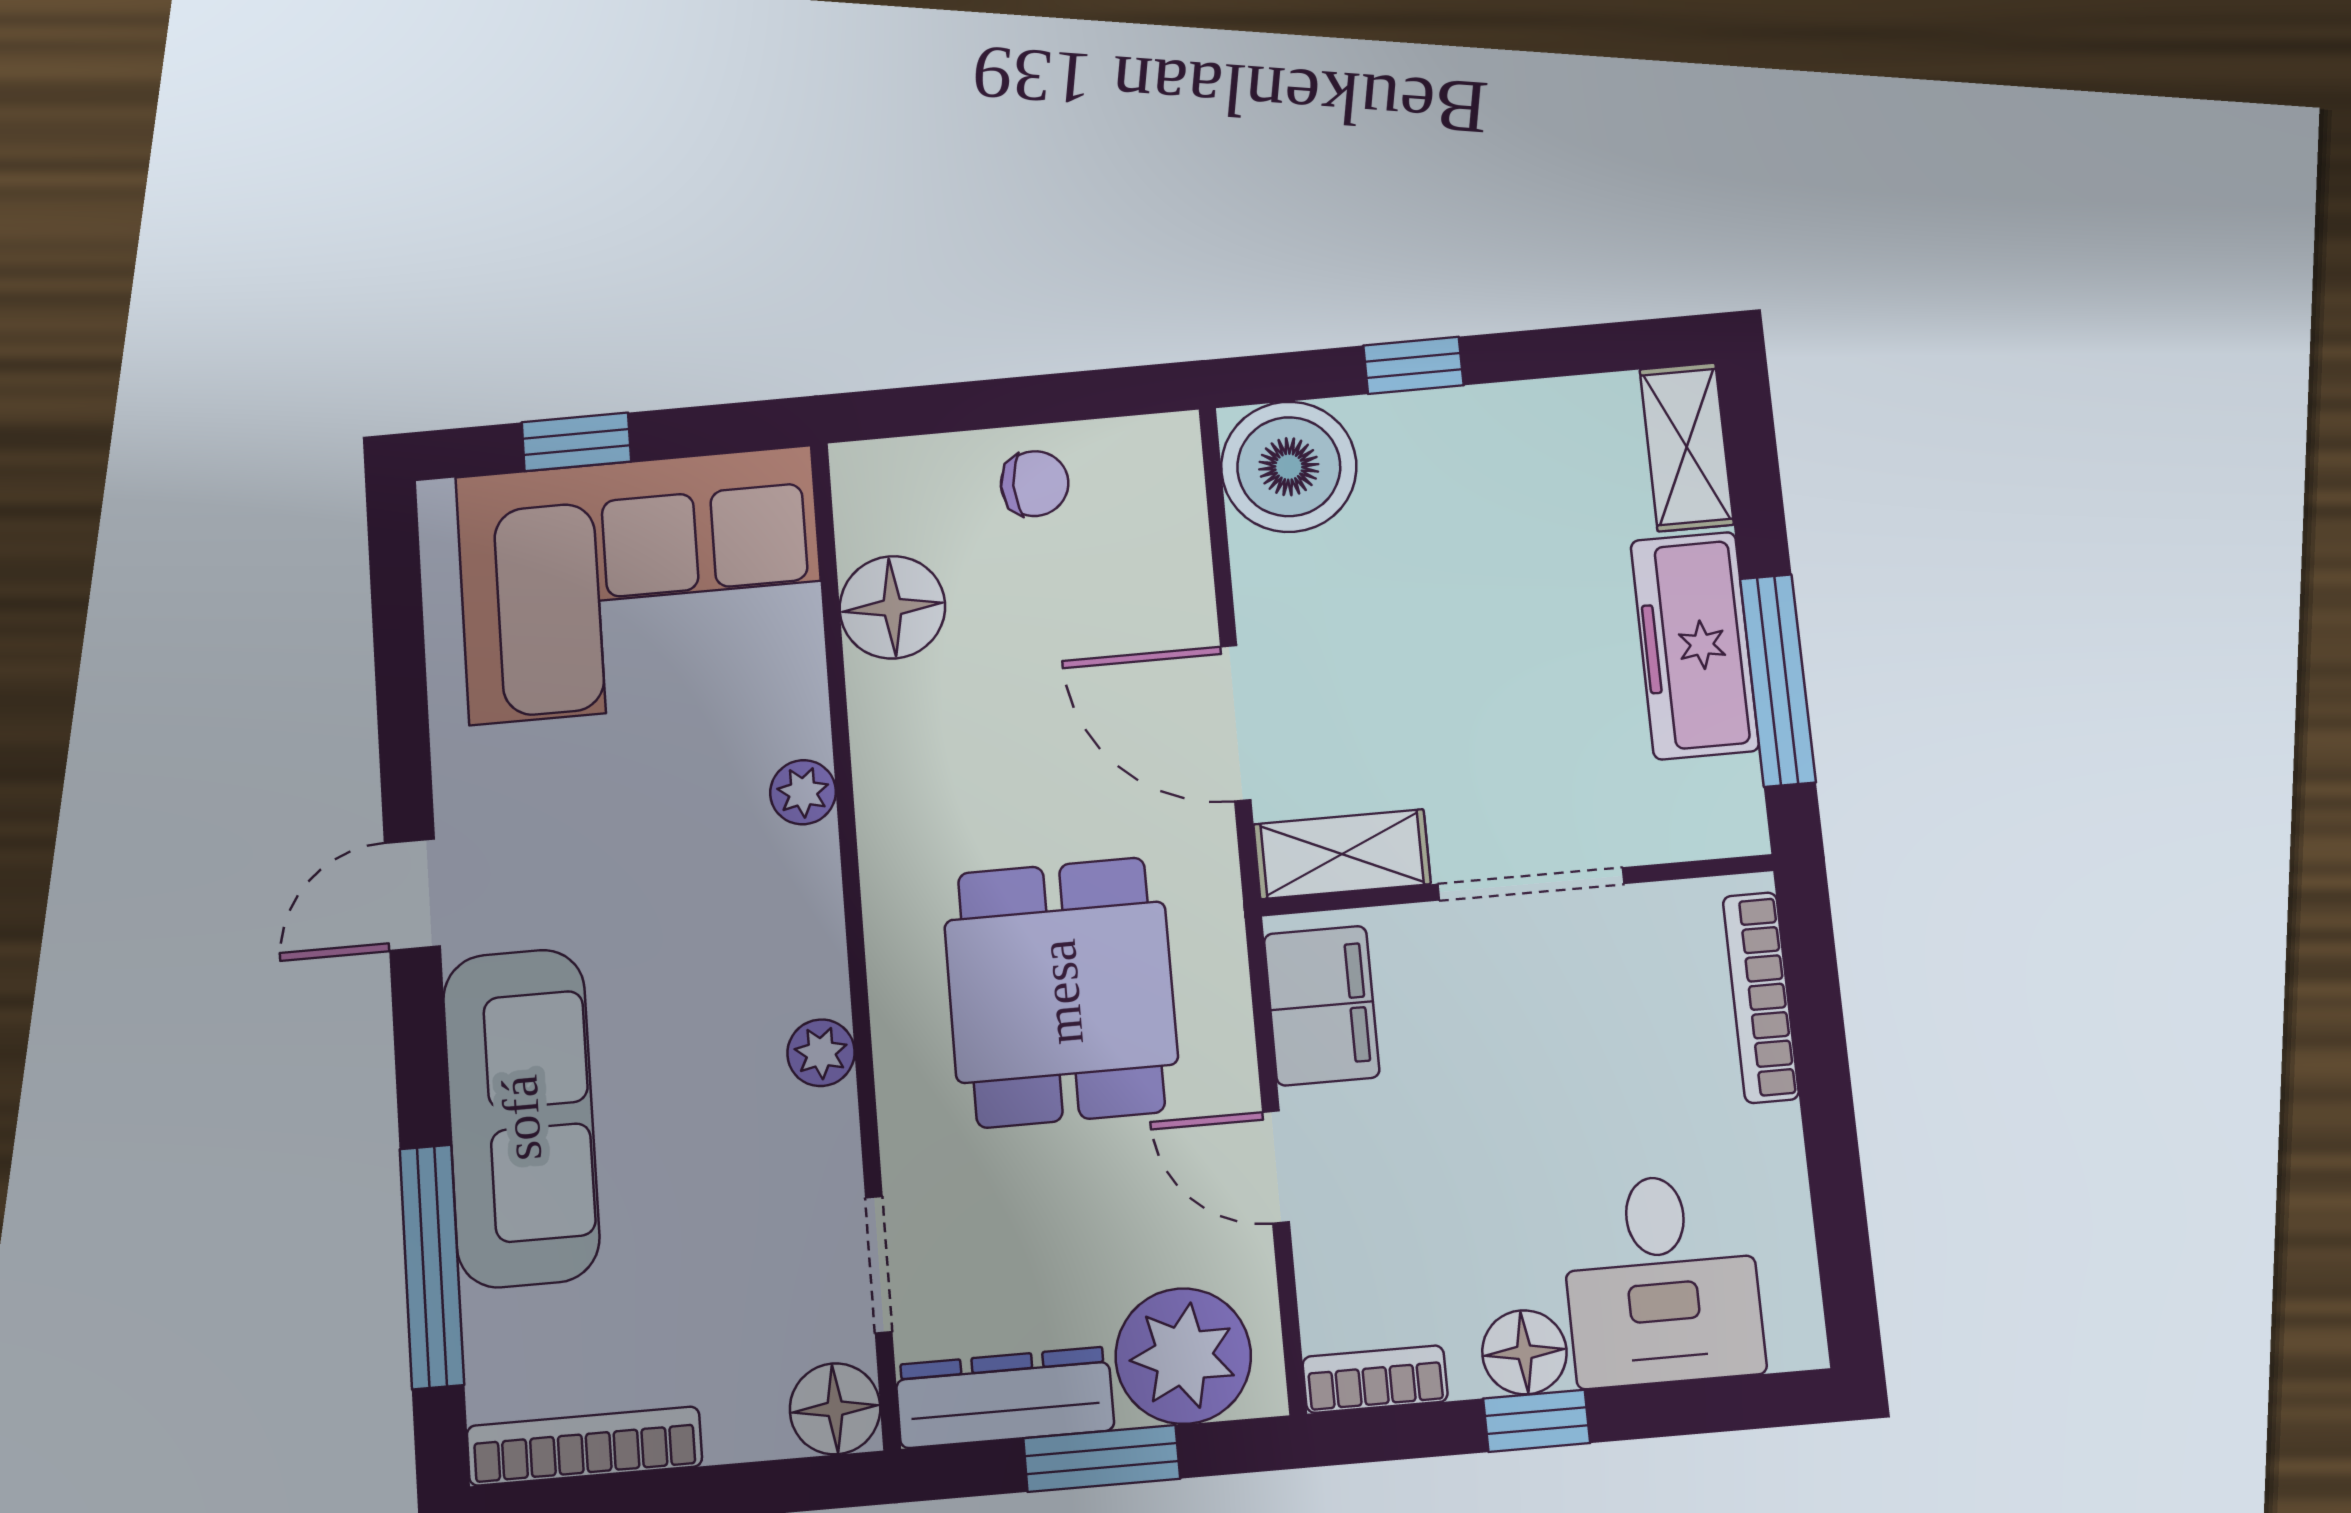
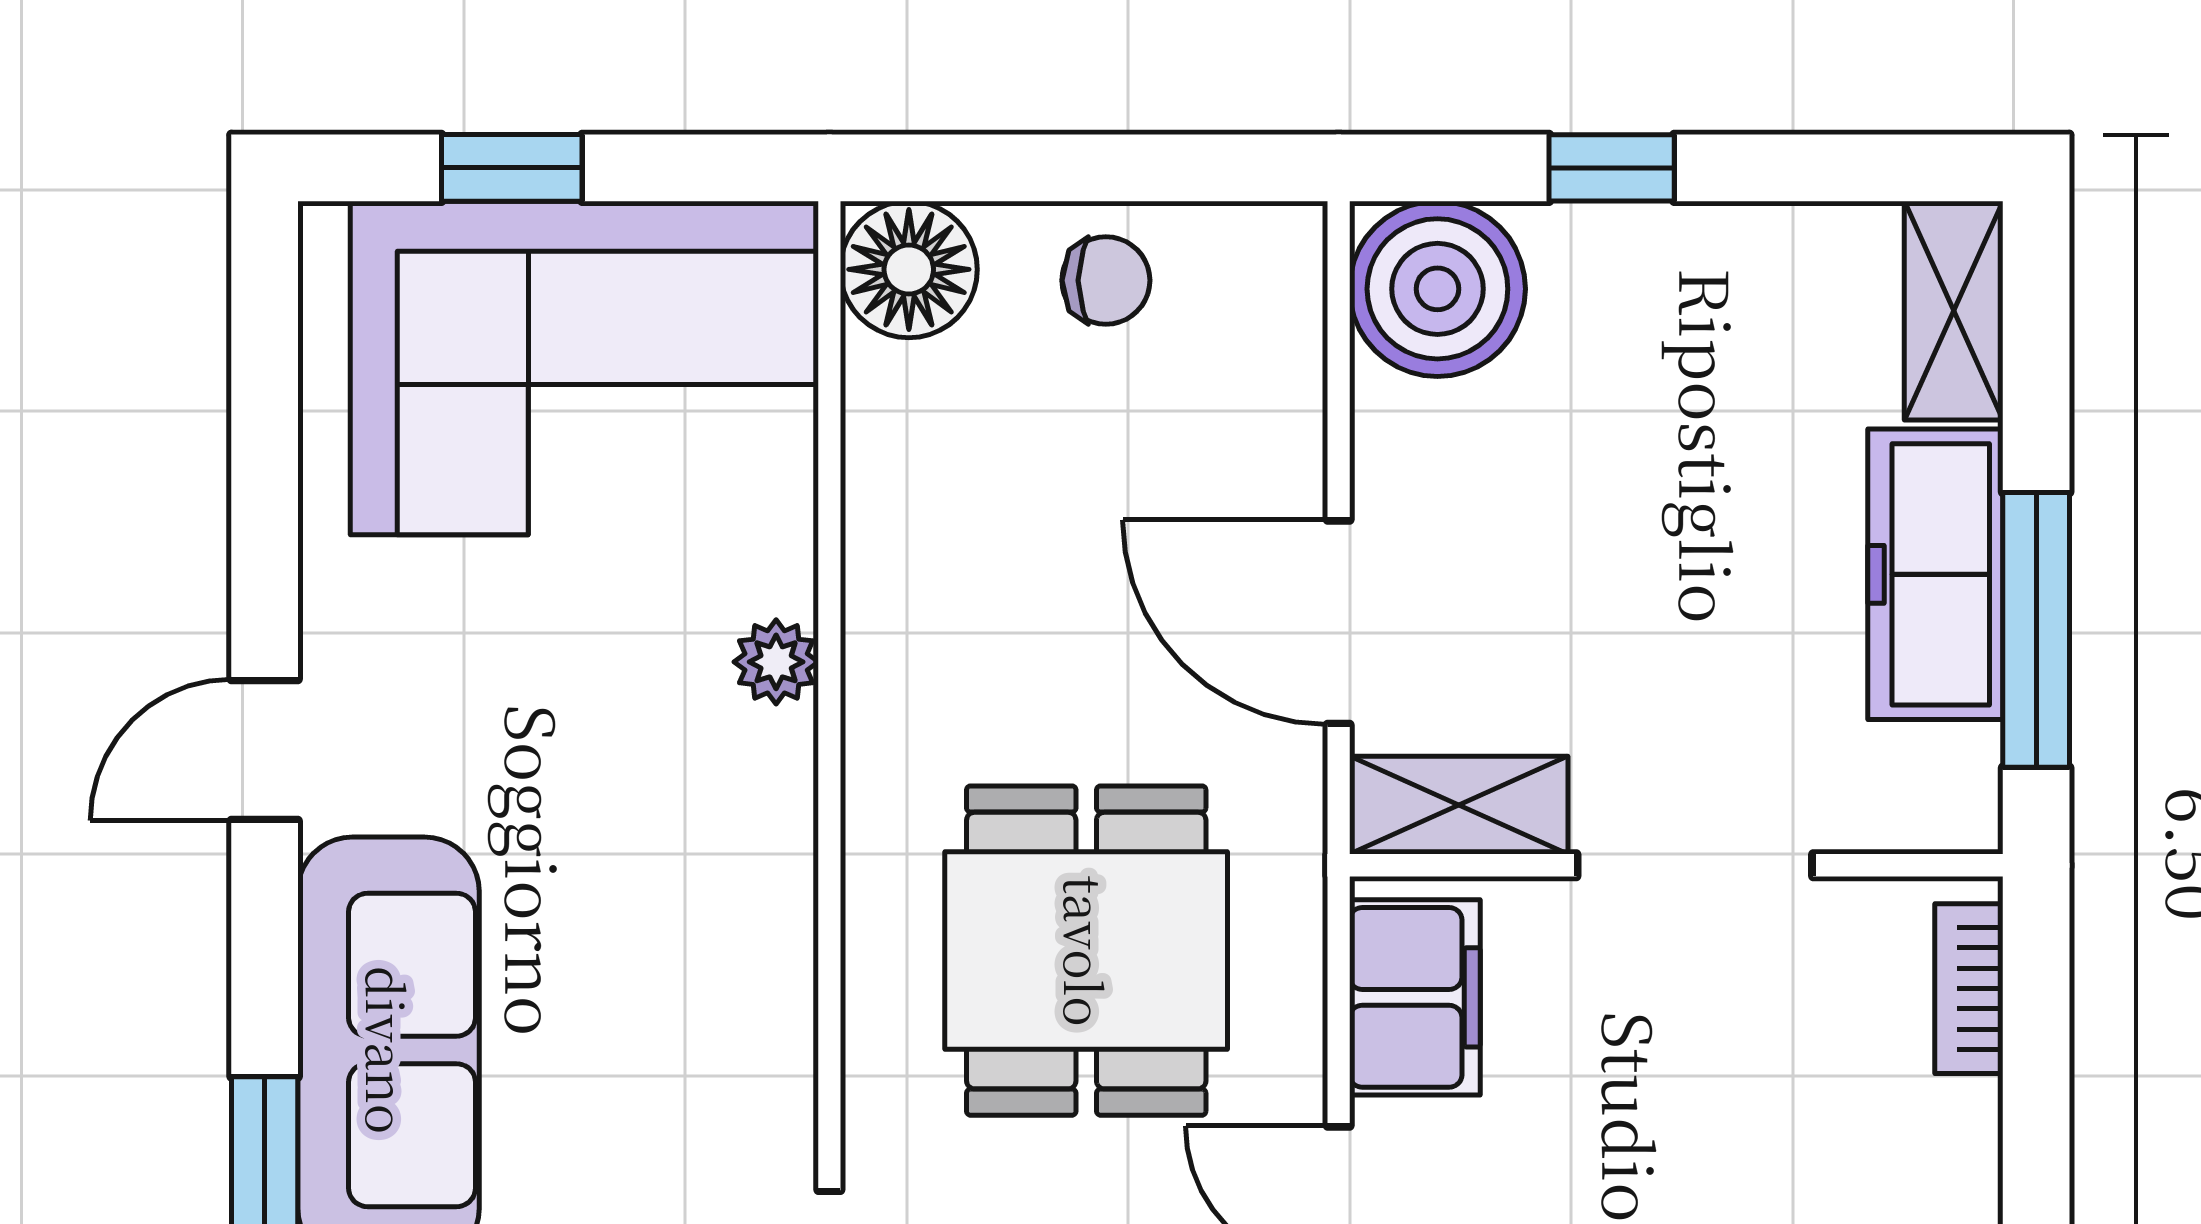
floor lamp: (892, 607) -> (909, 269), moved
bookcase: (1761, 997) -> (1969, 989), width x0.64
plant: (821, 1053) -> (775, 1001), removed

